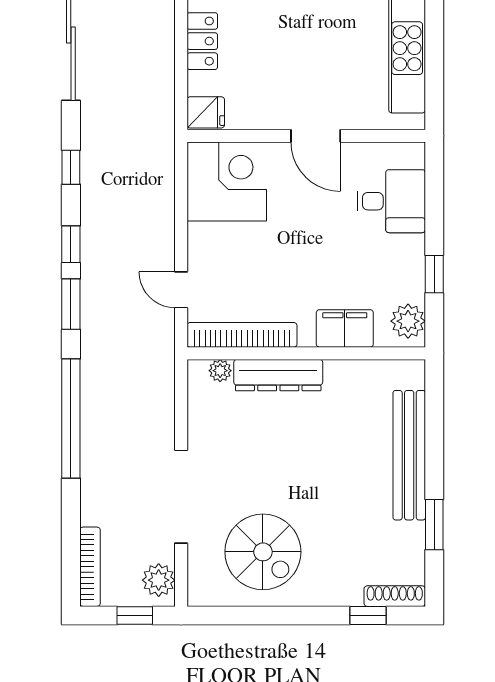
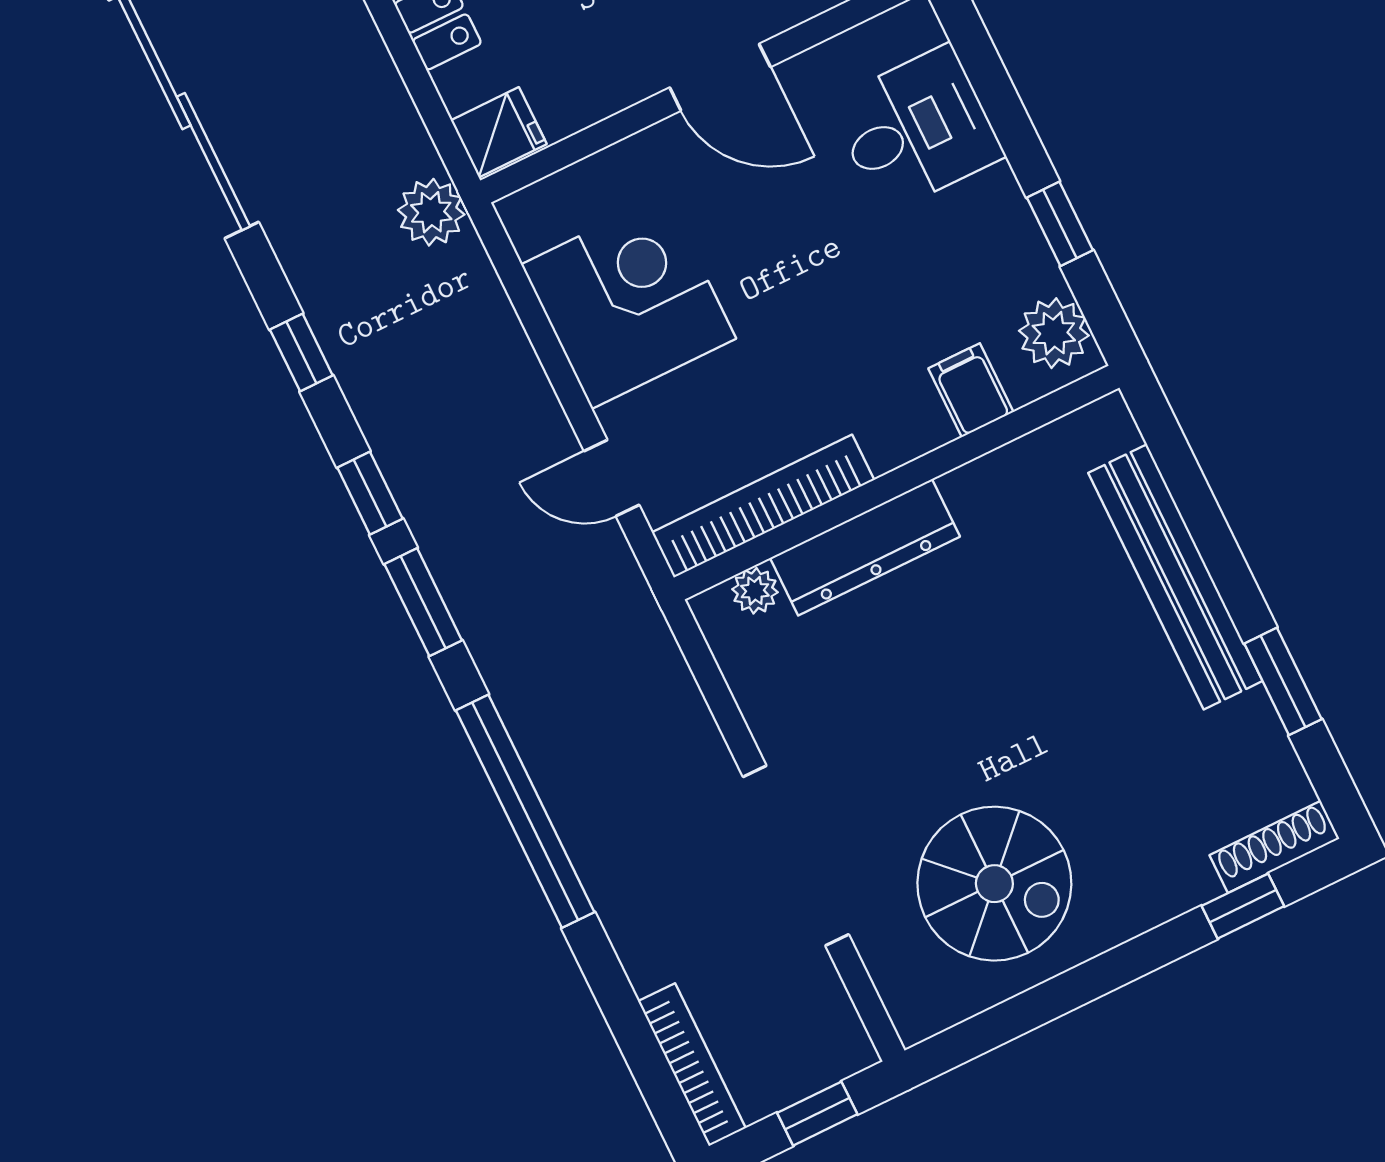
corner desk: (227, 181) -> (629, 302), moved
filing cabinet: (345, 328) -> (971, 390), width x0.50
plant: (159, 580) -> (431, 212), moved

